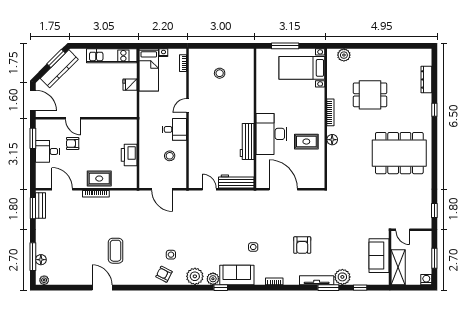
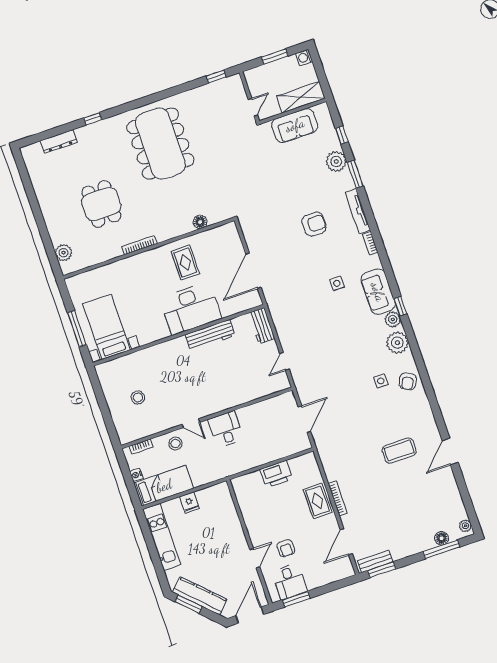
bed with nightstands: (302, 68) -> (107, 327), moved, turned 180
floor lamp: (332, 140) -> (200, 222), moved
desk: (48, 151) -> (290, 581), moved
stool: (170, 156) -> (175, 443), moved
workbench: (236, 181) -> (262, 326), width x0.73
tv unit: (317, 280) -> (358, 211), moved

